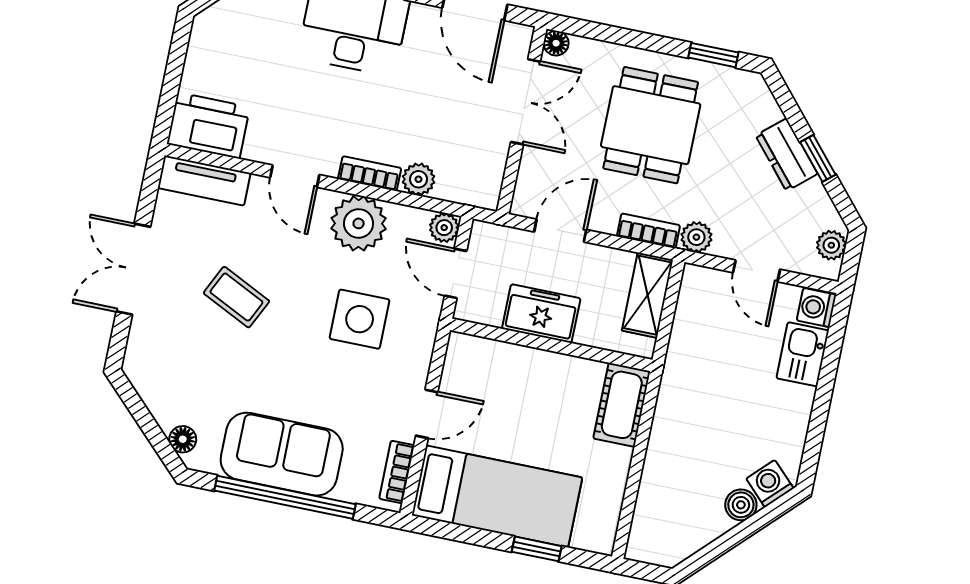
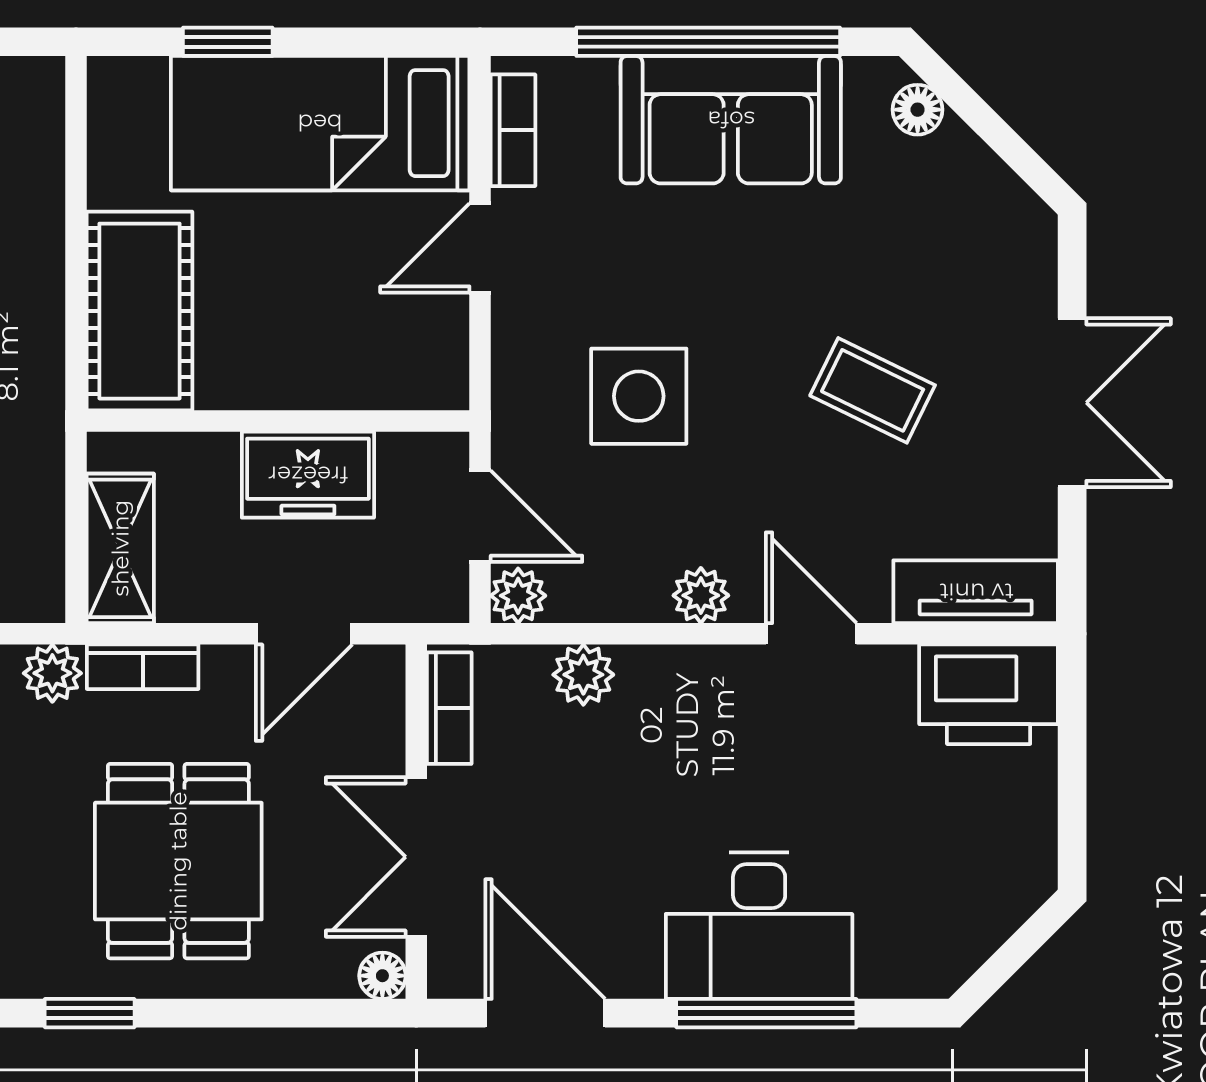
bookcase: (370, 174) -> (449, 708), moved, turned -90
plant: (359, 223) -> (701, 595), width x0.53, depth x0.53
cot: (622, 405) -> (139, 311), width x1.37, depth x1.34

